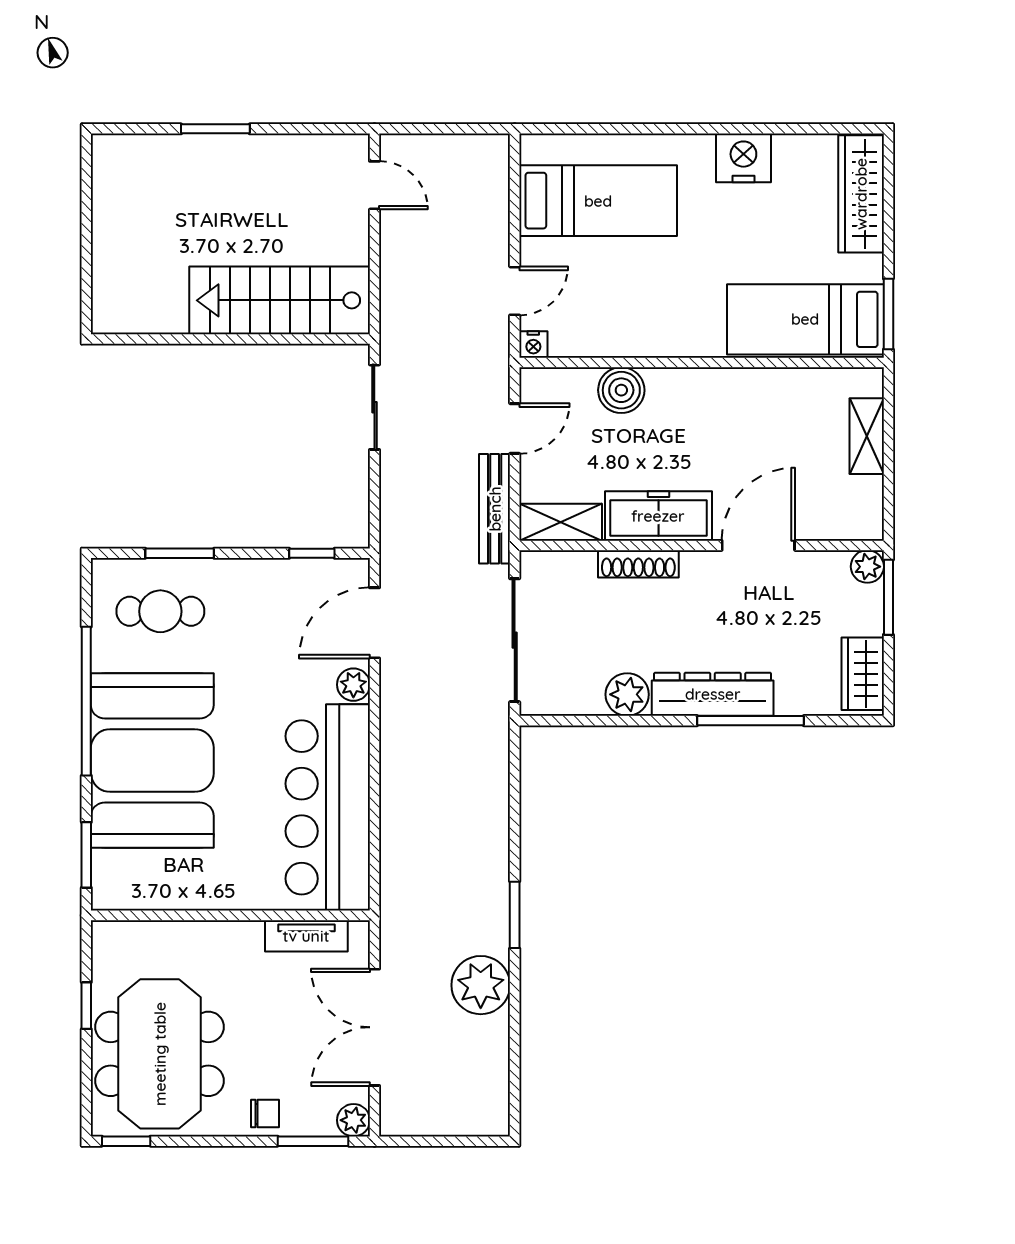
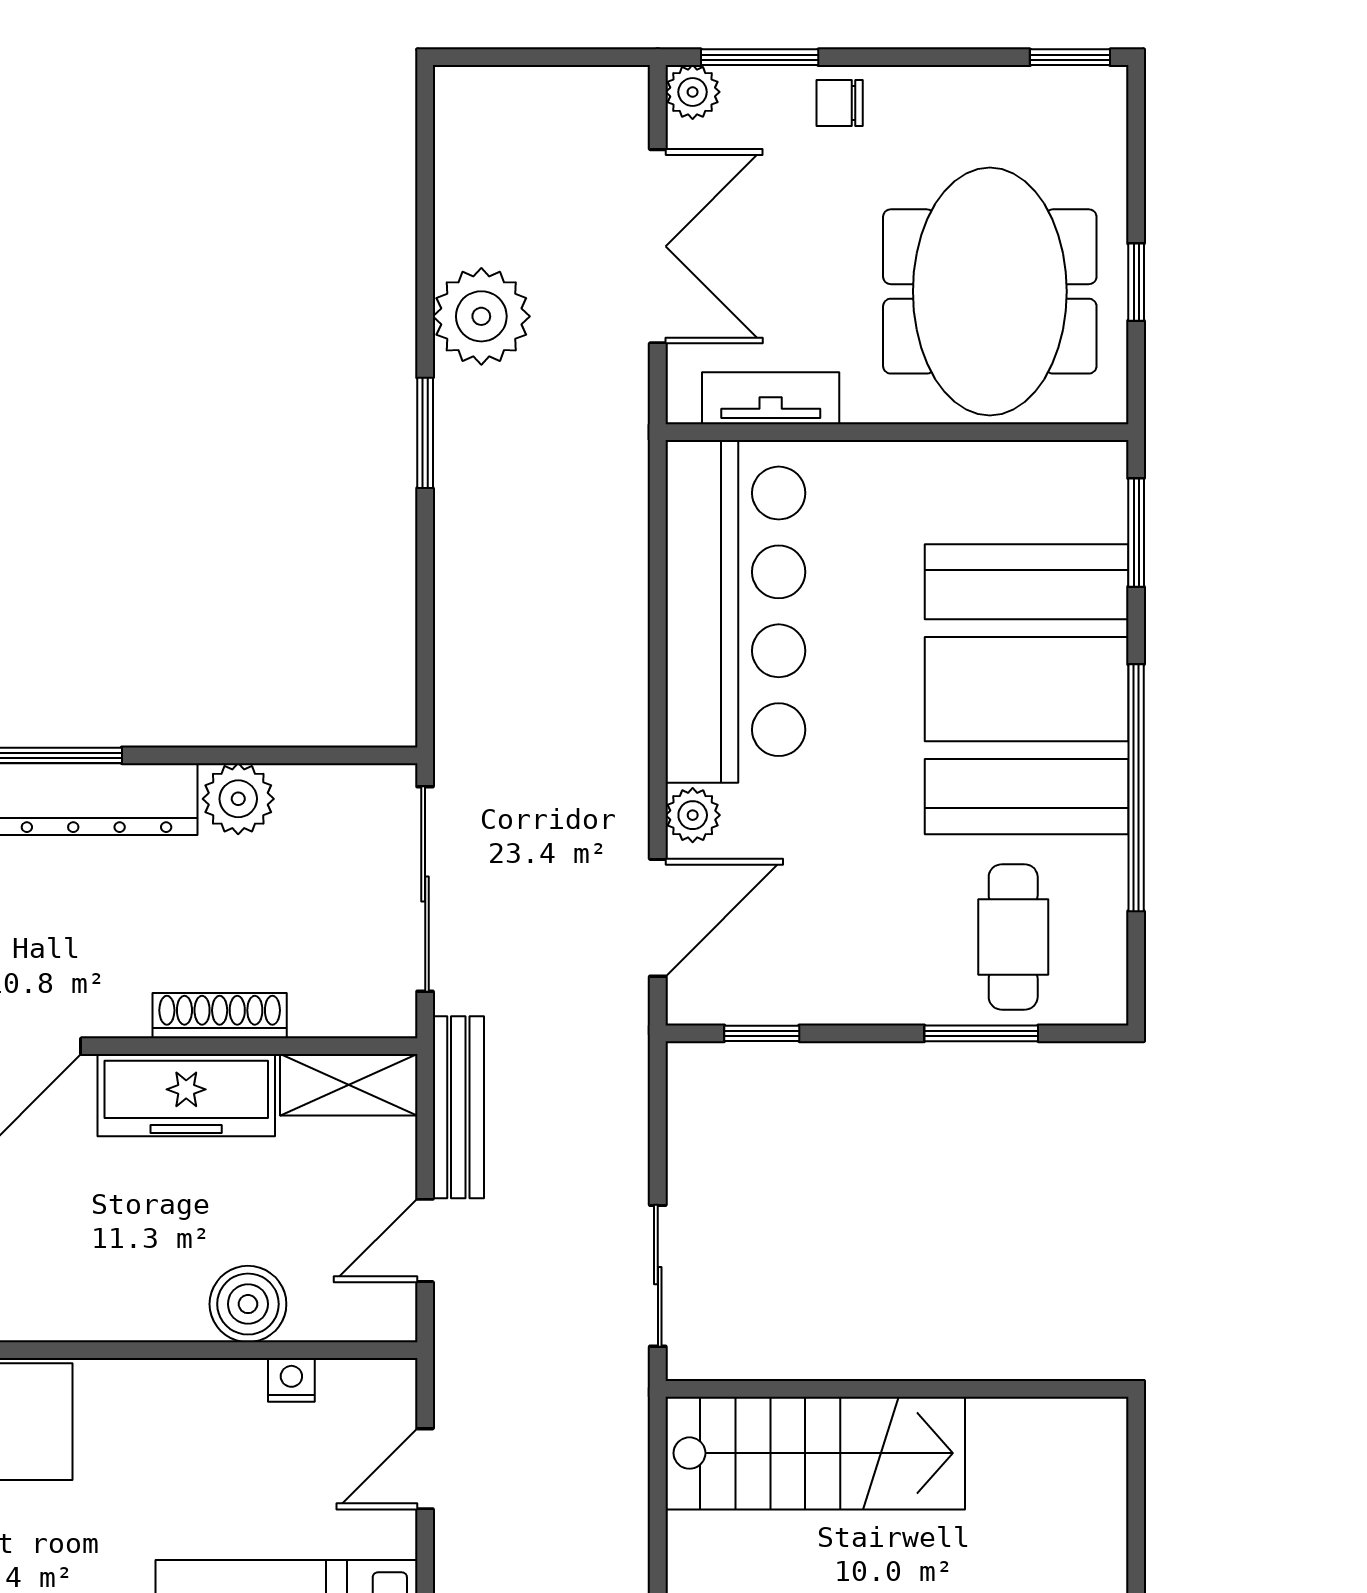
nightstand: (533, 344) -> (291, 1380), moved
cafe table: (160, 611) -> (1013, 937), turned 90
meeting table: (160, 1054) -> (990, 291), moved

